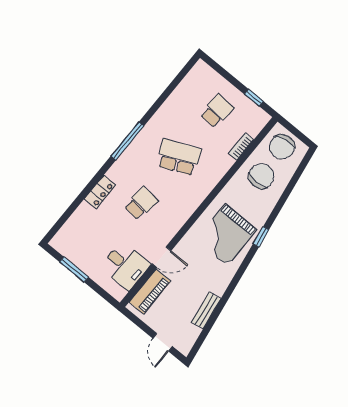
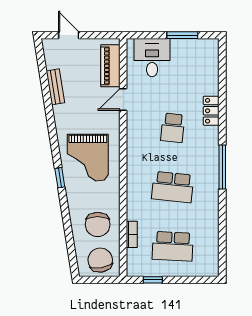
school desk: (217, 111) -> (173, 246), width x1.85
school desk: (179, 157) -> (173, 187), turned 30
grand piano: (226, 235) -> (88, 158), turned 180
desk: (125, 266) -> (152, 58), moved, turned 90

